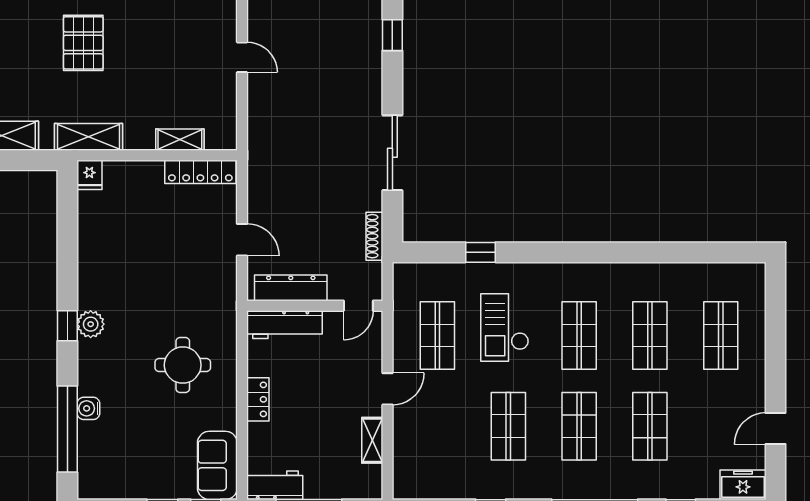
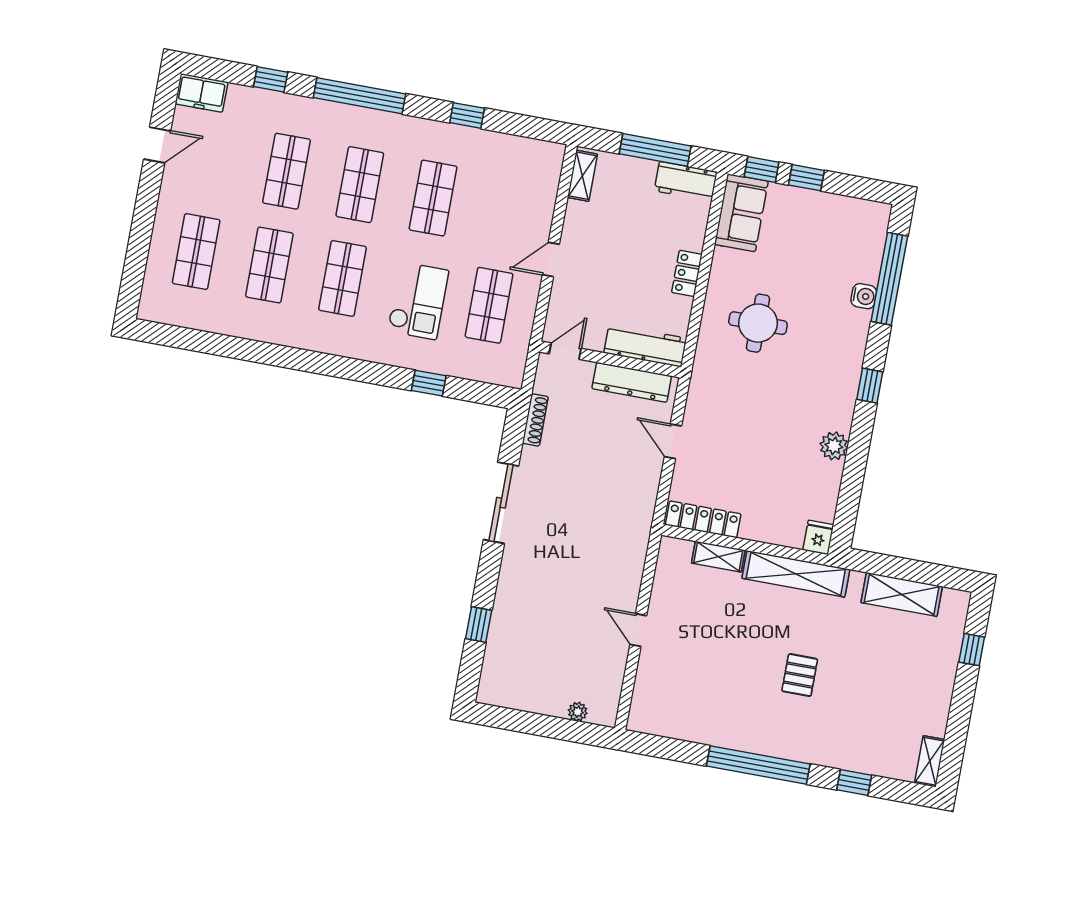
pallet: (83, 43) -> (800, 675), width x0.67, depth x0.71
shelving: (88, 137) -> (796, 574), width x1.47
plant: (91, 324) -> (834, 446), moved
shelving: (372, 440) -> (582, 176), moved

